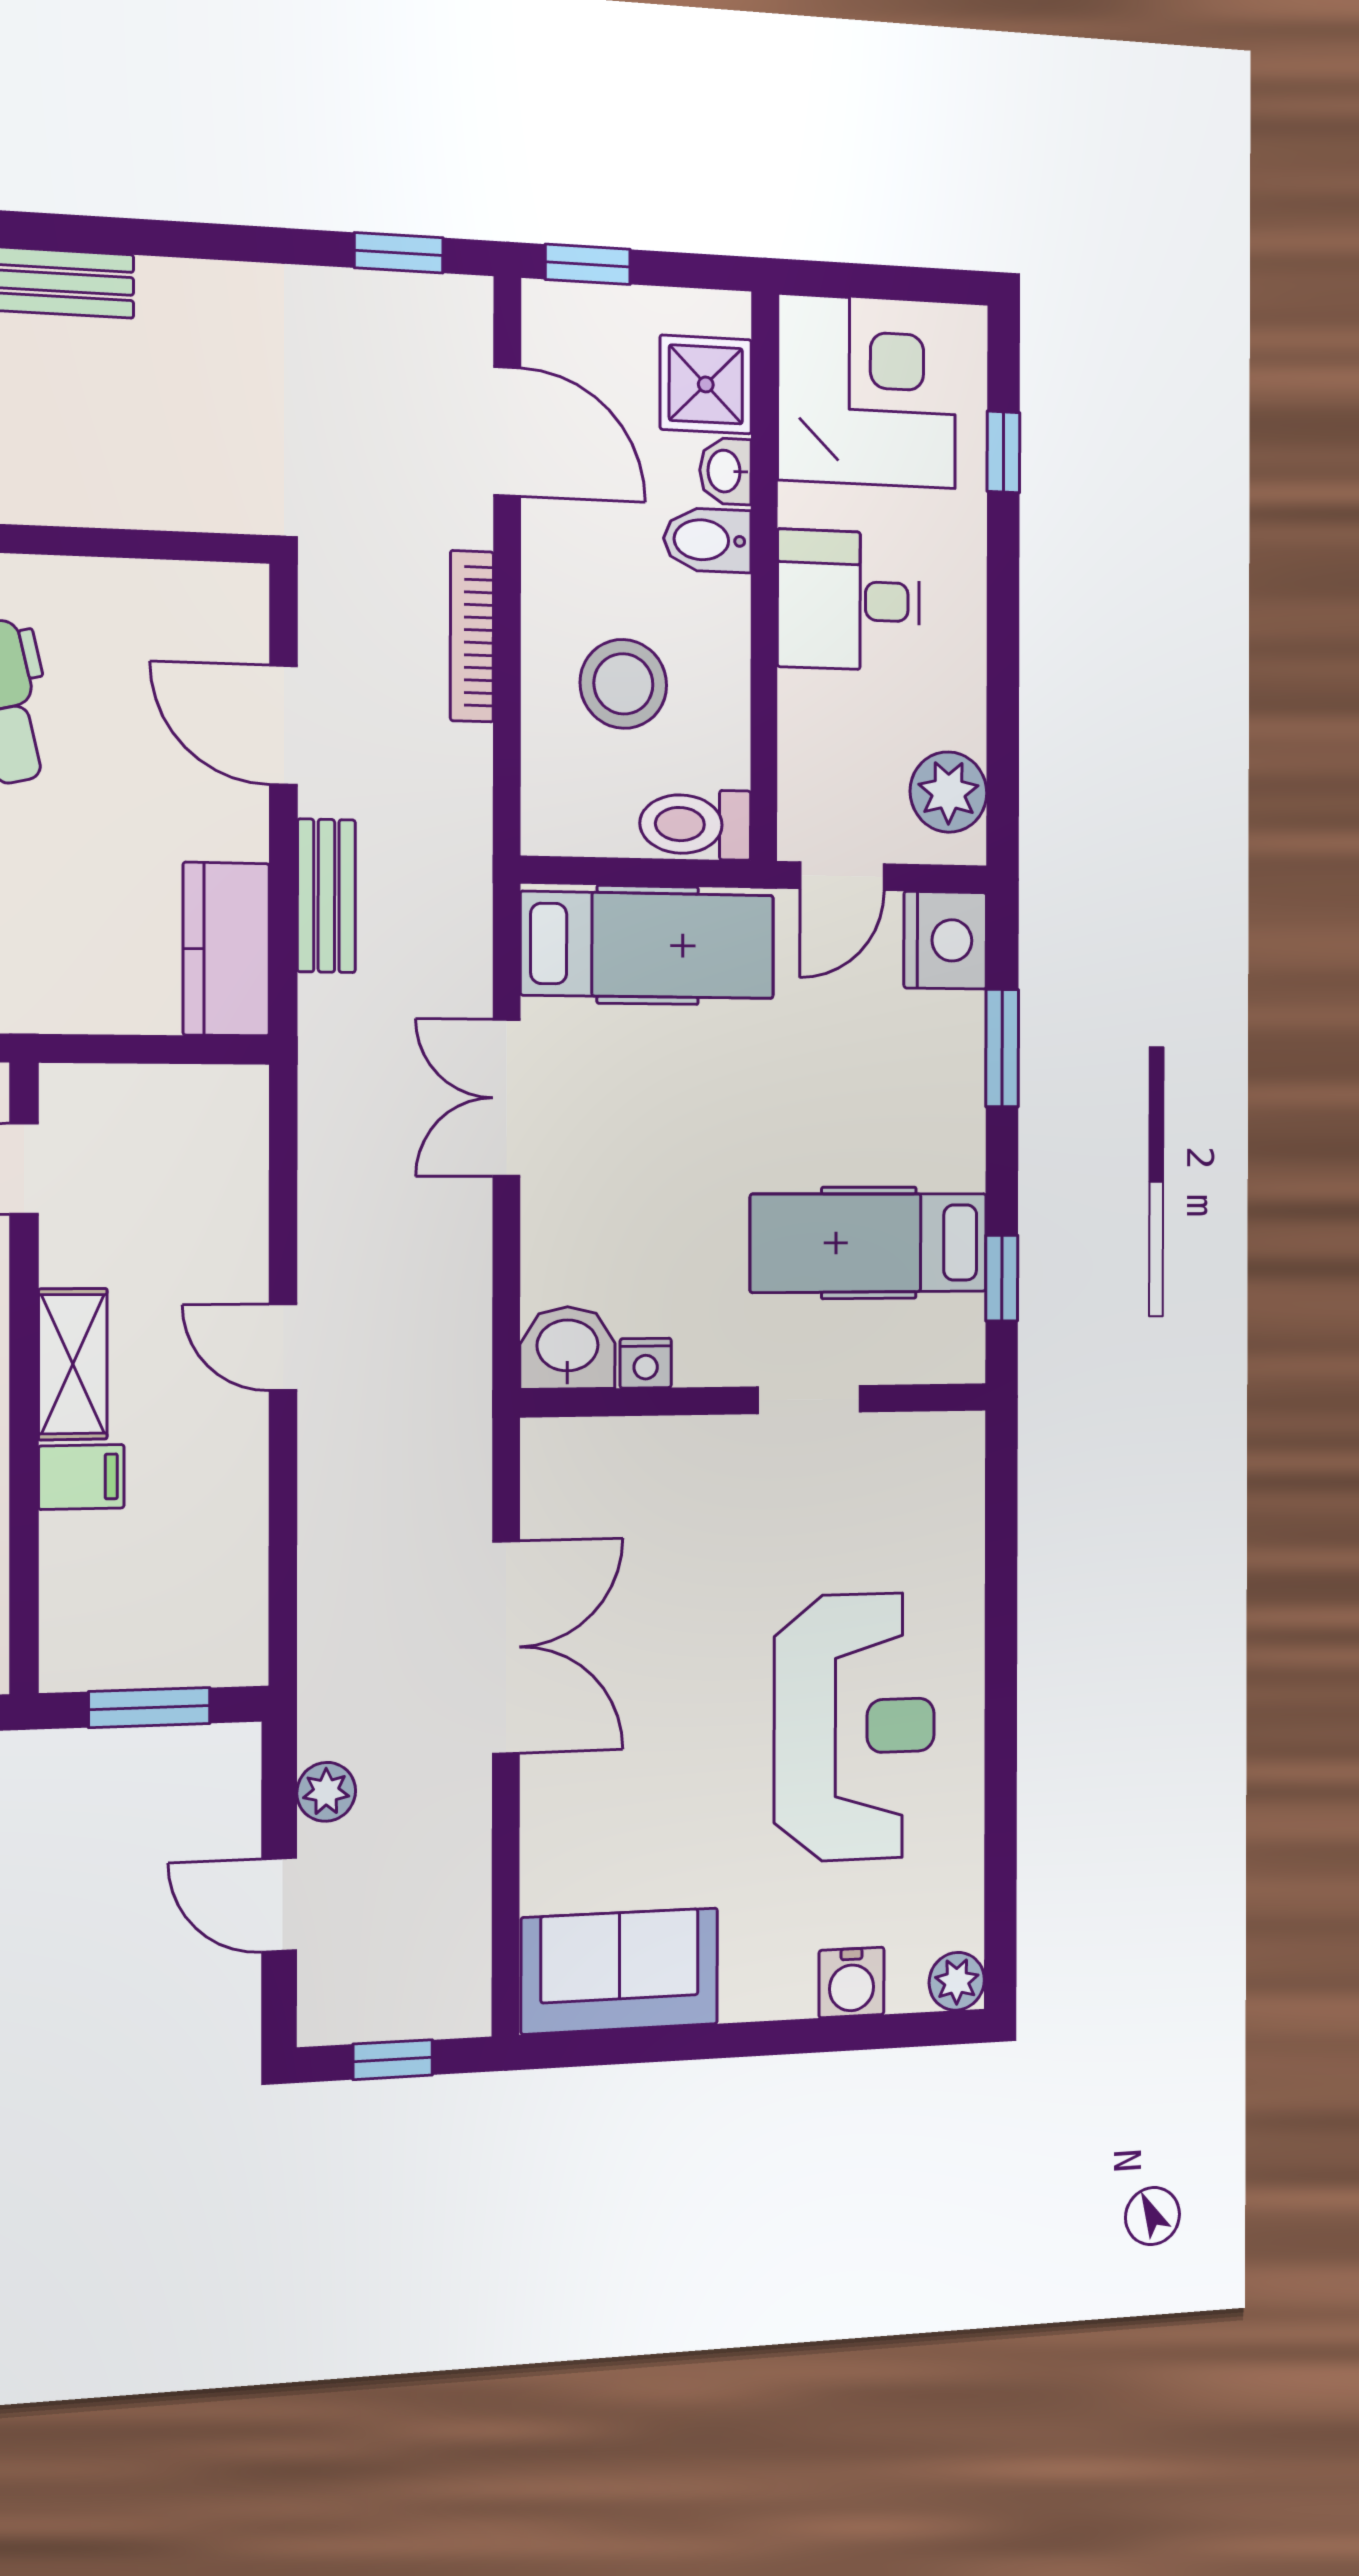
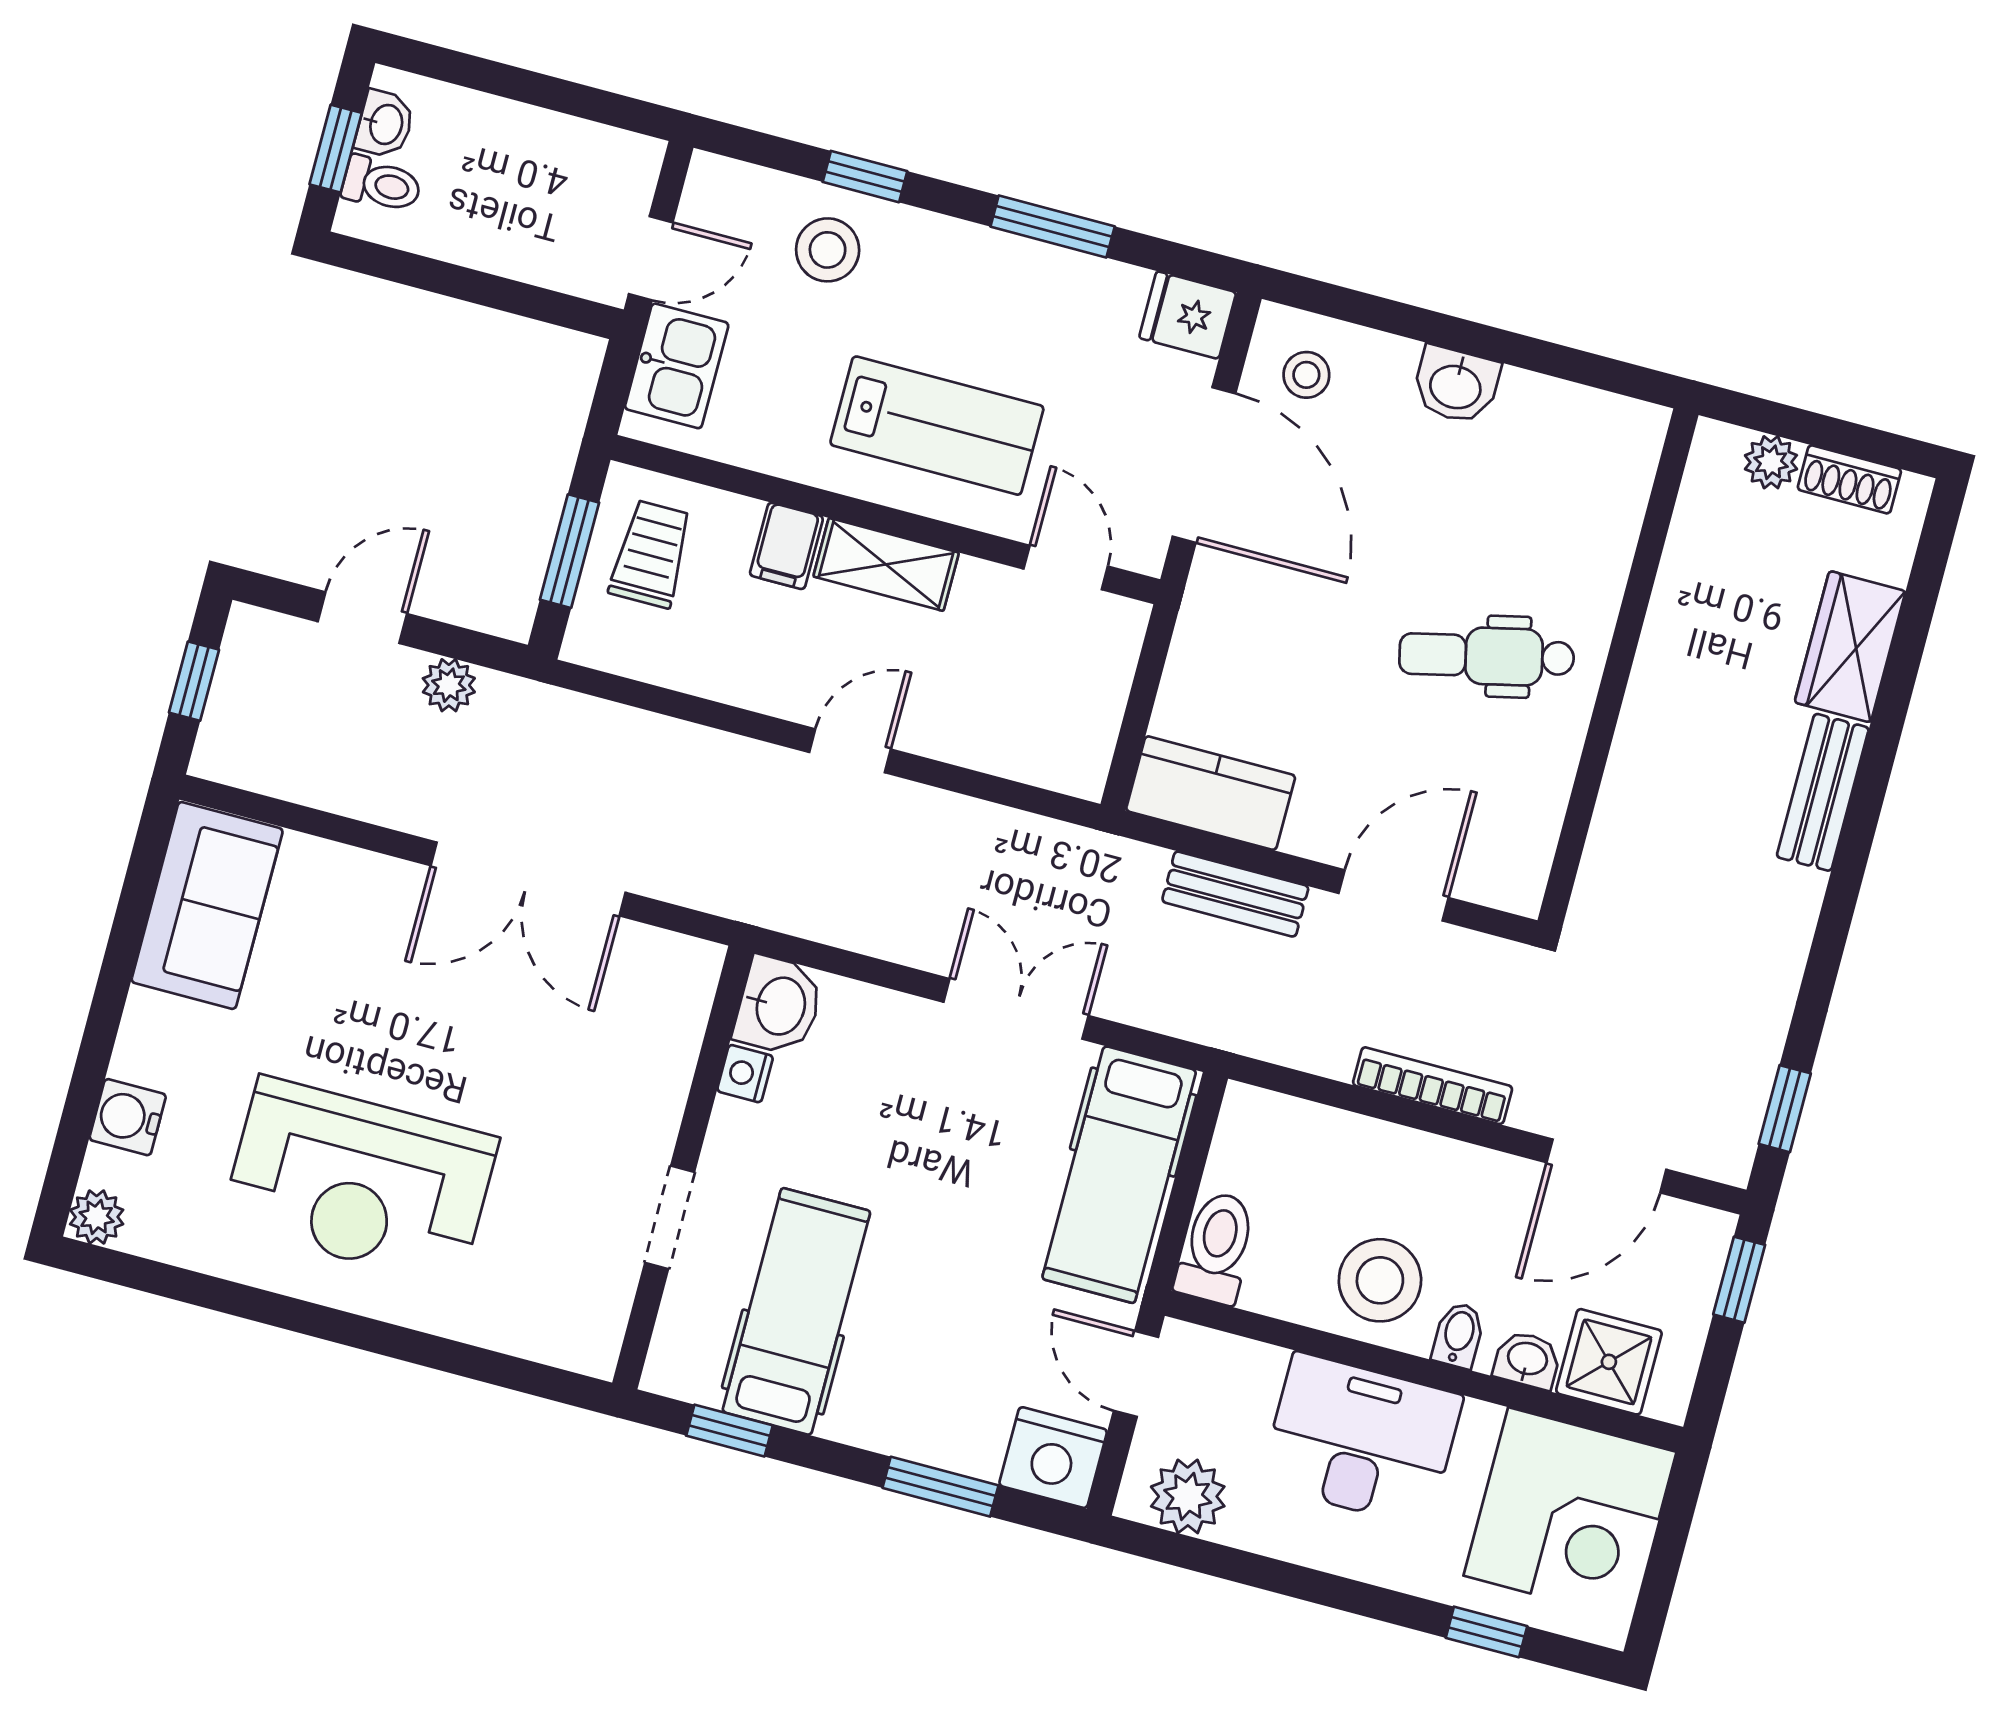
bidet: (707, 540) -> (1458, 1335), width x0.72, depth x0.74
desk: (849, 600) -> (1361, 1440), width x1.37
stool: (623, 684) -> (1380, 1280), moved
trolley: (129, 1620) -> (651, 554), added

